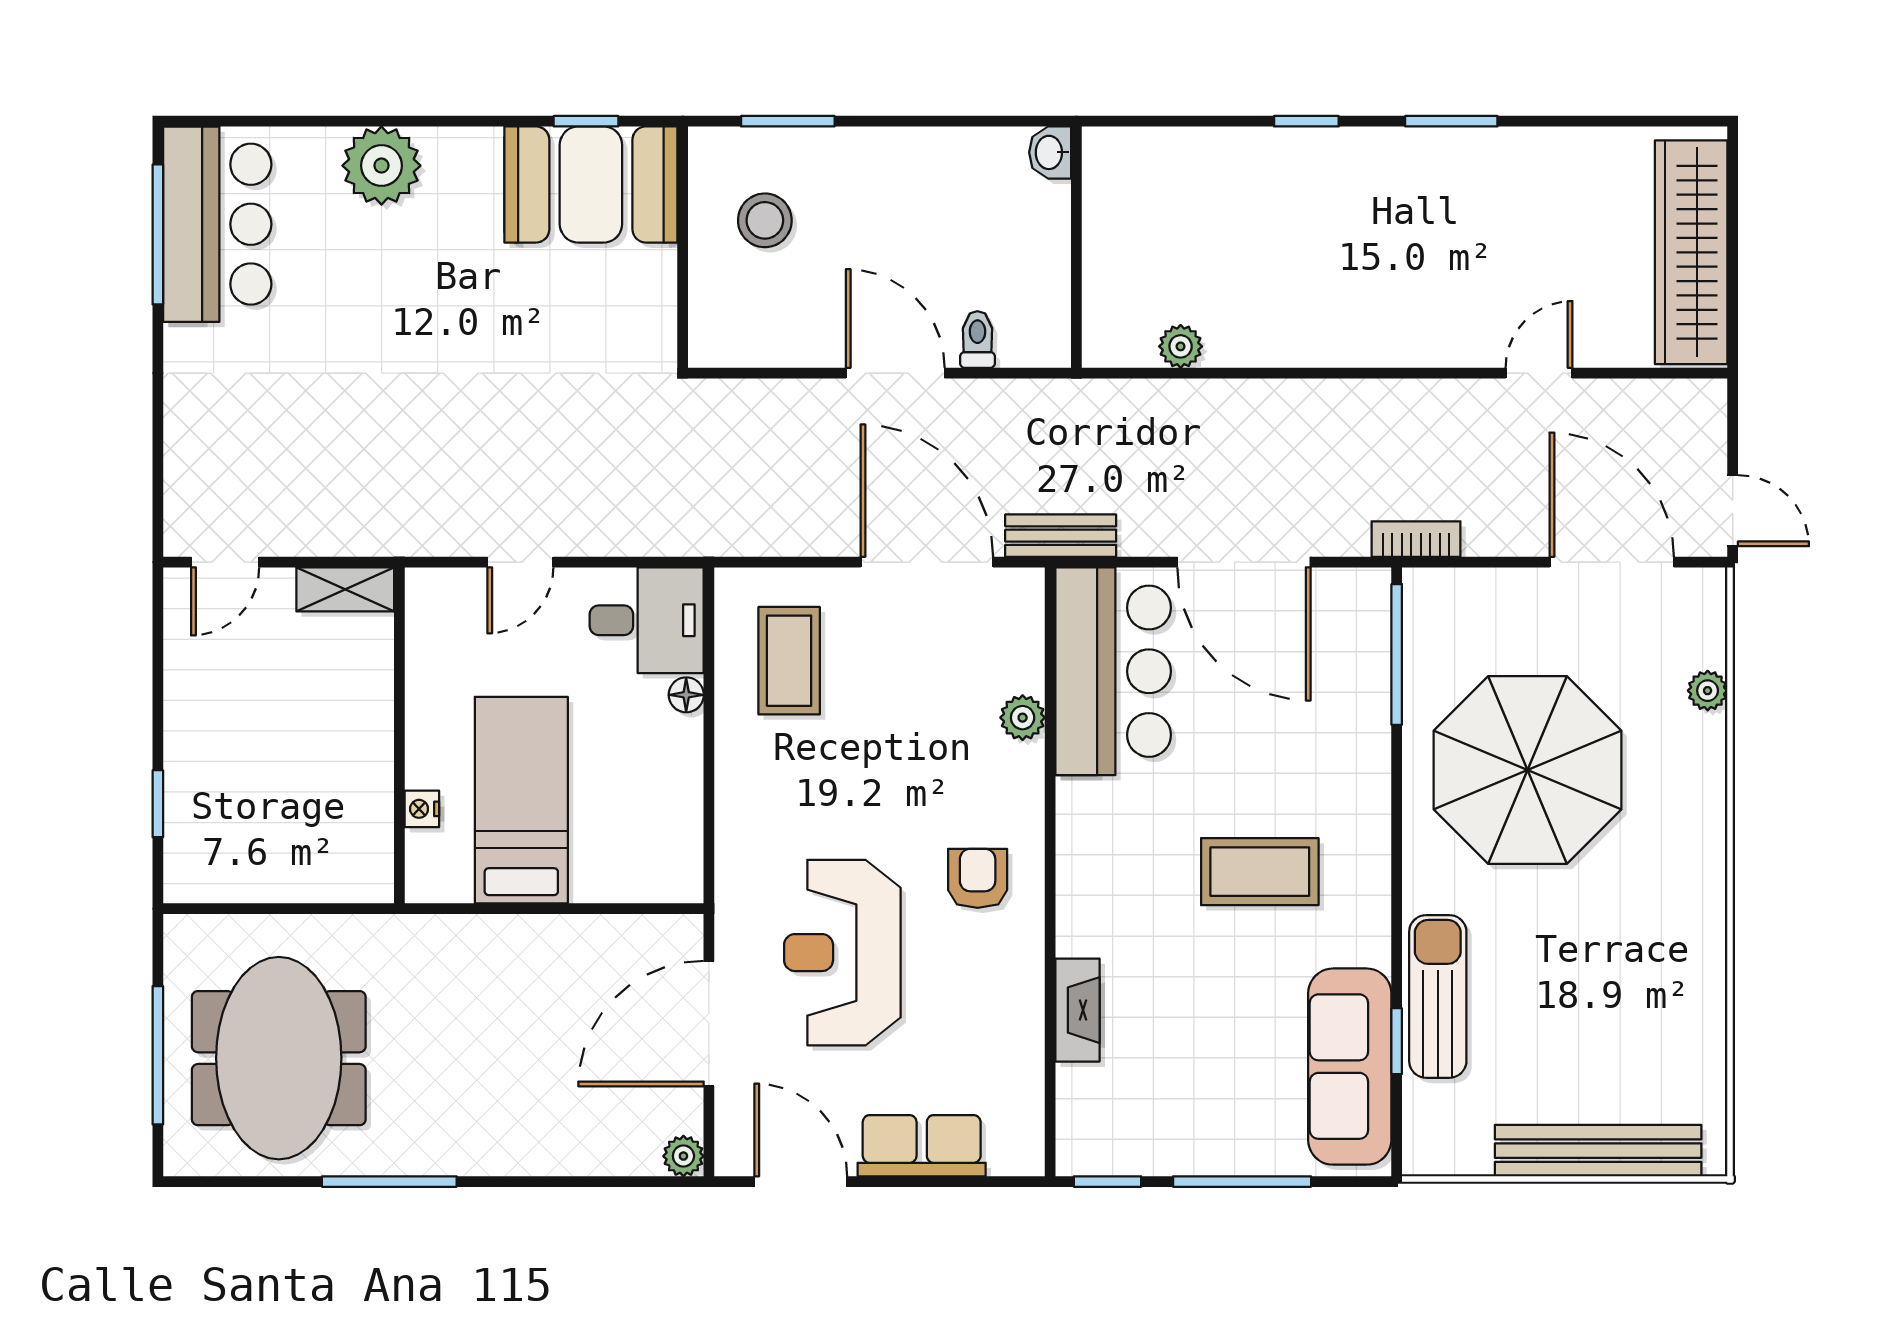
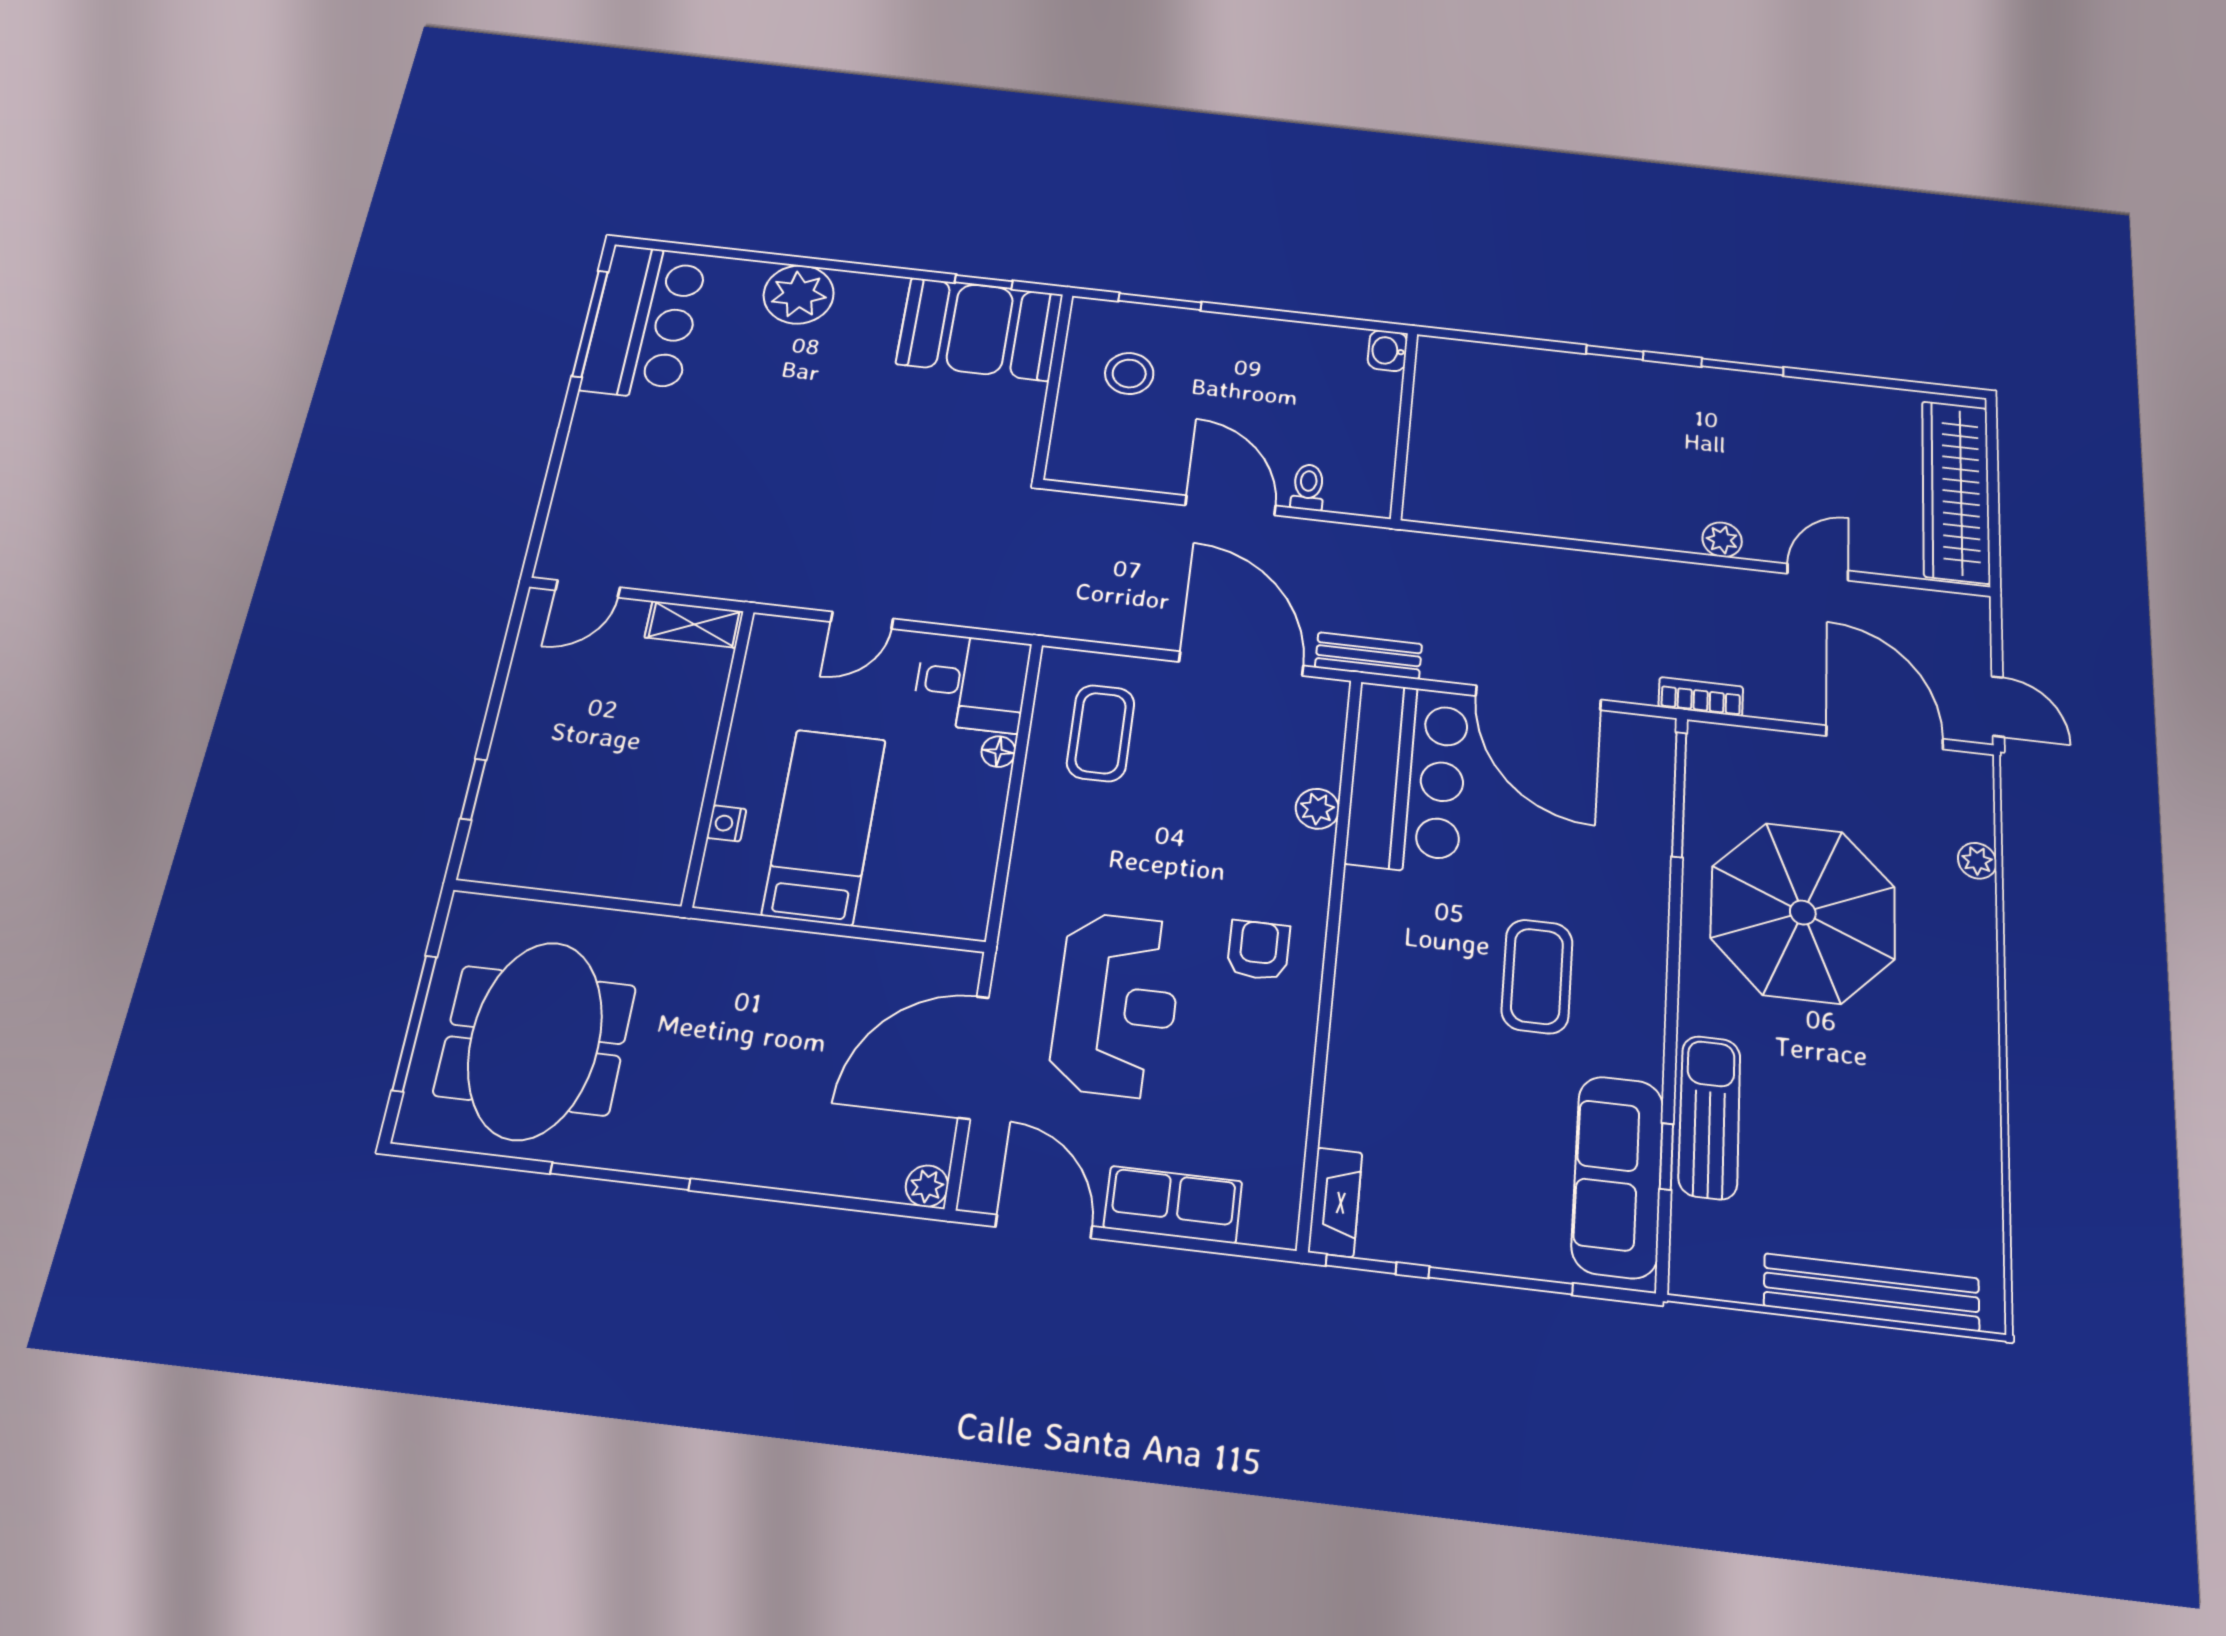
plant: (1181, 346) -> (1722, 540), moved
coffee table: (1260, 872) -> (1537, 976), turned 90
reception desk: (842, 953) -> (1116, 1005), turned 180
fireplace: (1077, 1010) -> (1335, 1202), moved

